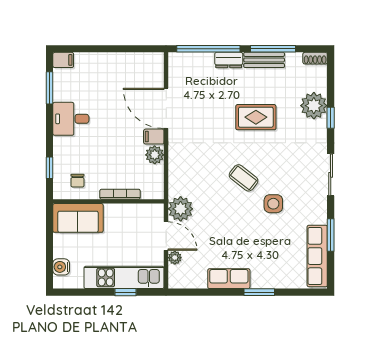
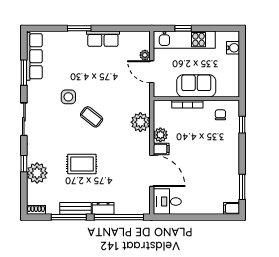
desk: (71, 119) -> (167, 202), moved, turned 180
plant: (181, 209) -> (140, 122), moved
sofa: (78, 218) -> (196, 86), moved

